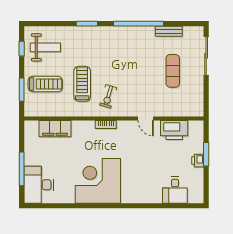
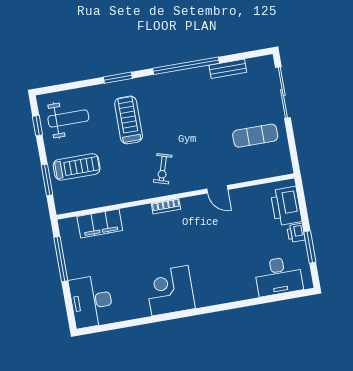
exercise mat: (173, 71) -> (255, 136), moved, turned 90
treadmill: (82, 84) -> (129, 120), moved
printer: (174, 130) -> (286, 206), moved, turned 90
window: (206, 154) -> (310, 247), moved
window: (22, 169) -> (61, 259), moved
corner desk: (98, 181) -> (170, 291), width x0.74, depth x0.74
desk: (175, 190) -> (279, 276), width x1.37

